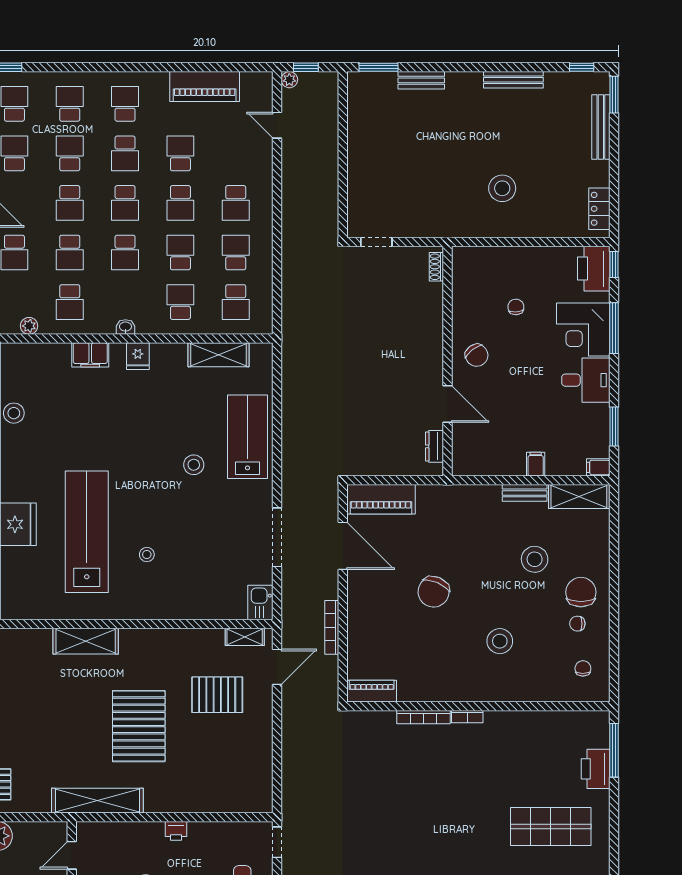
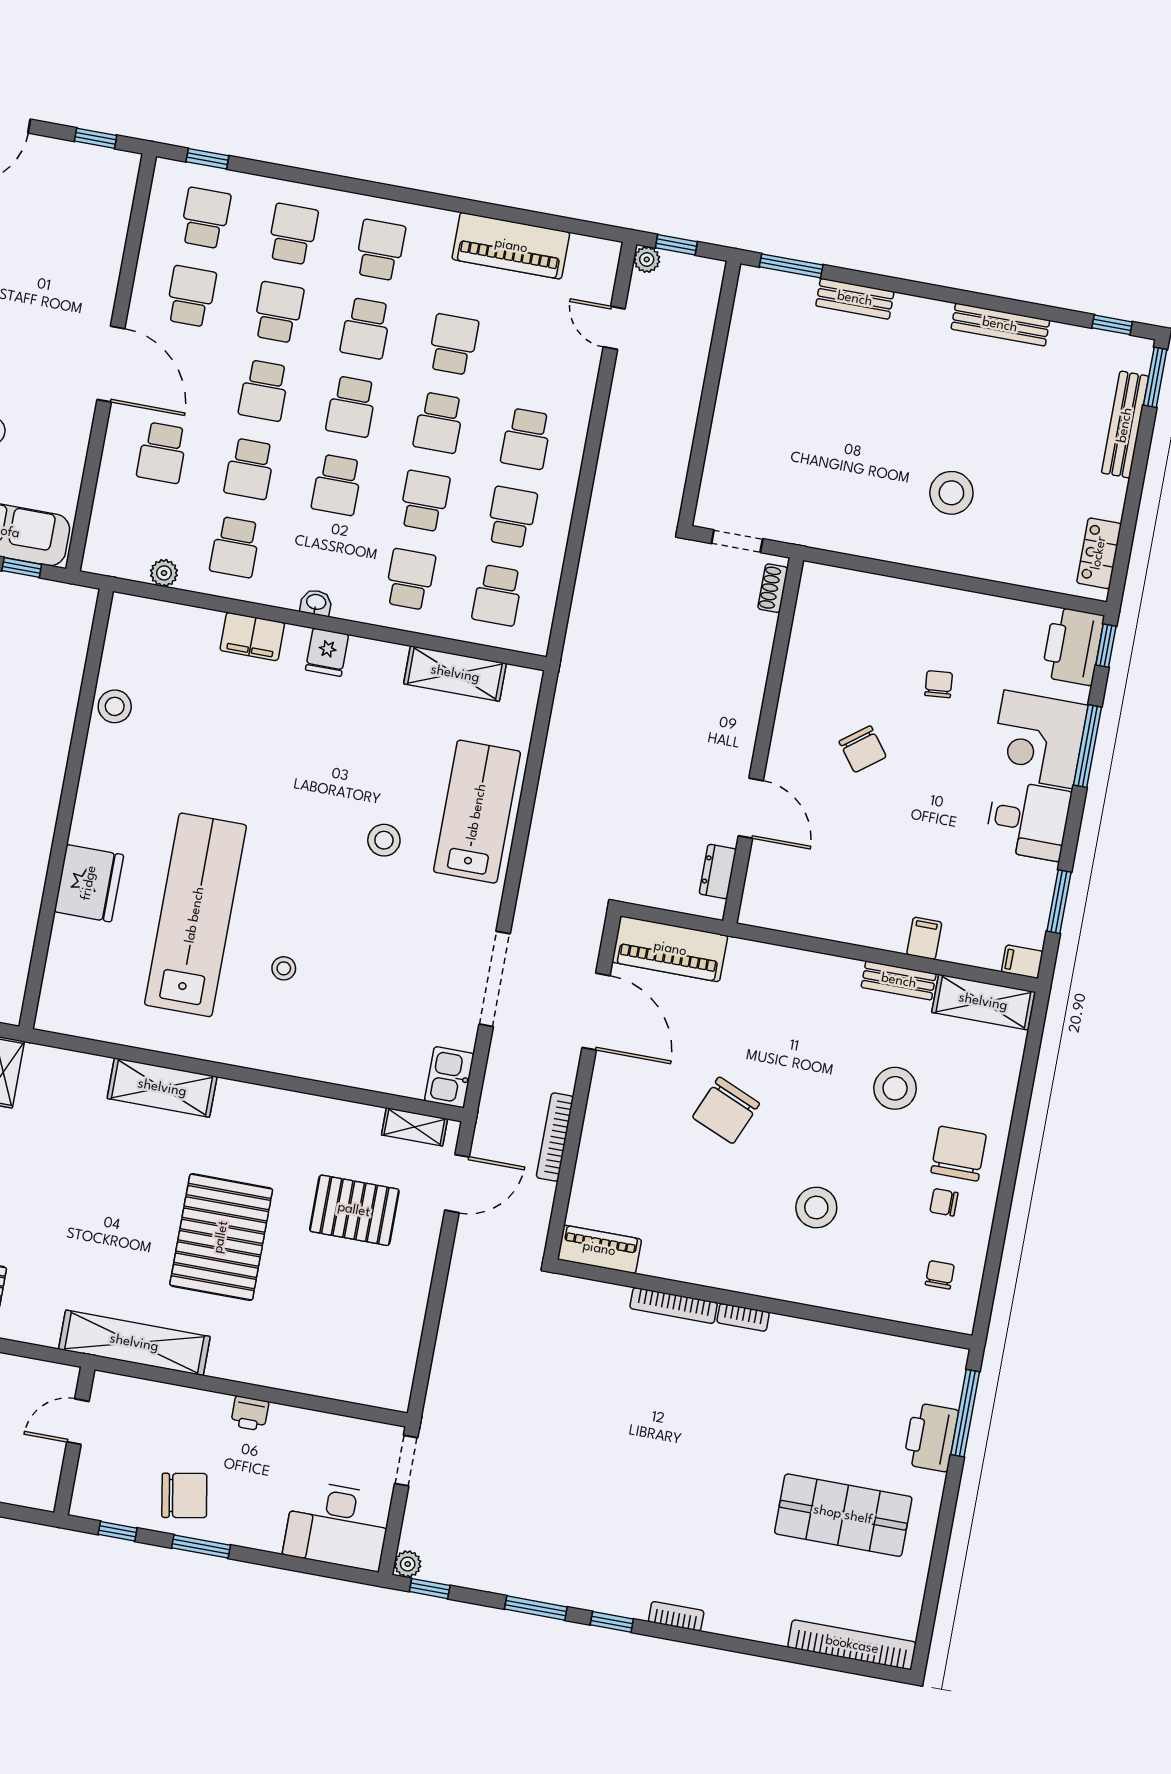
shoe rack: (436, 267) -> (773, 588), moved
wall: (448, 361) -> (763, 741), moved
door: (448, 404) -> (751, 808), moved
dresser: (435, 446) -> (718, 871), moved

